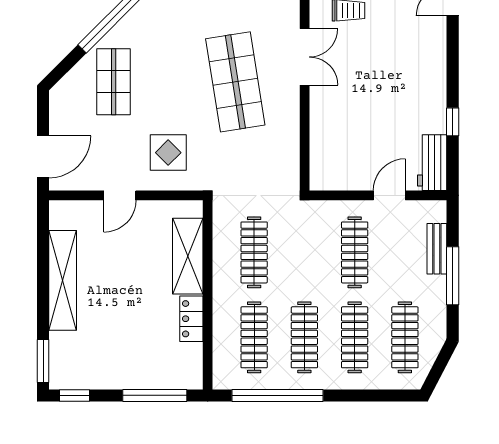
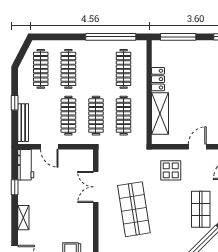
double door: (305, 57) -> (96, 187), moved
shelving: (437, 67) -> (23, 218), added
door: (389, 195) -> (49, 147), hinge flipped
bench: (437, 249) -> (23, 123), width x1.36
window: (453, 276) -> (15, 103), width x0.46
clothes rail: (304, 337) -> (96, 116), moved

